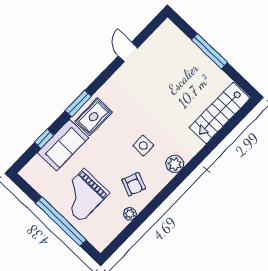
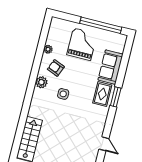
window: (44, 139) -> (124, 64), removed
plant: (175, 164) -> (41, 82), moved
window: (61, 221) -> (101, 25), moved

